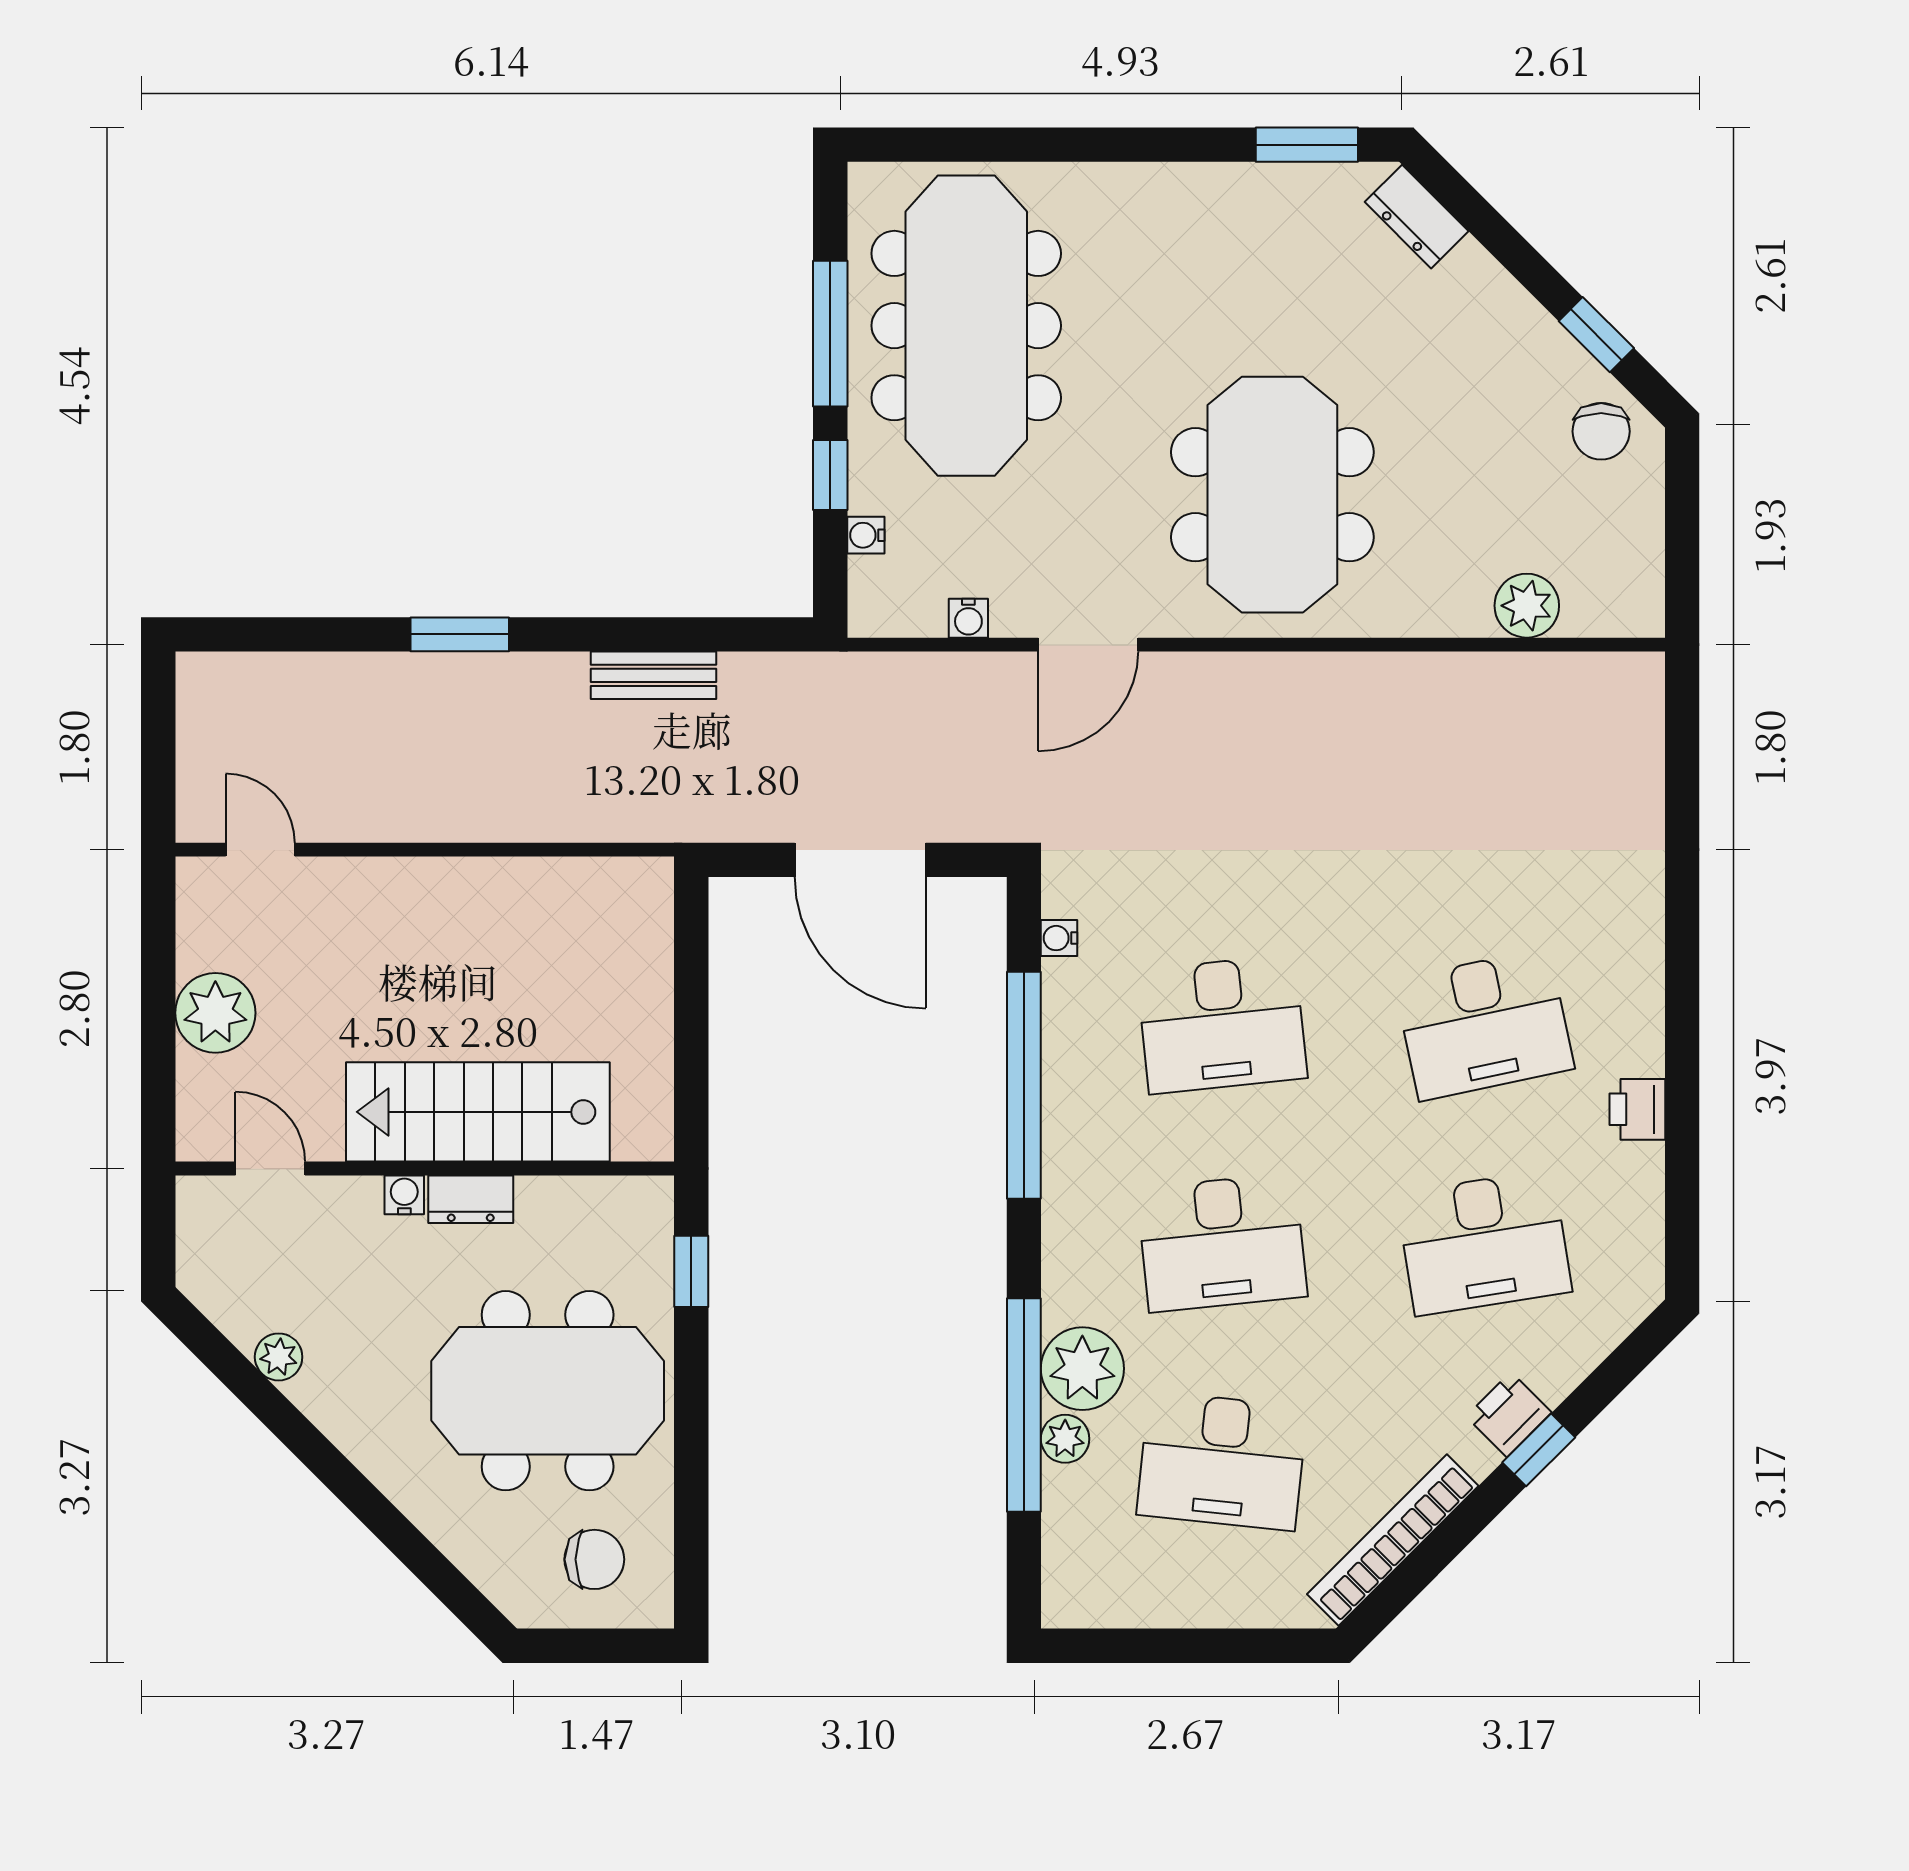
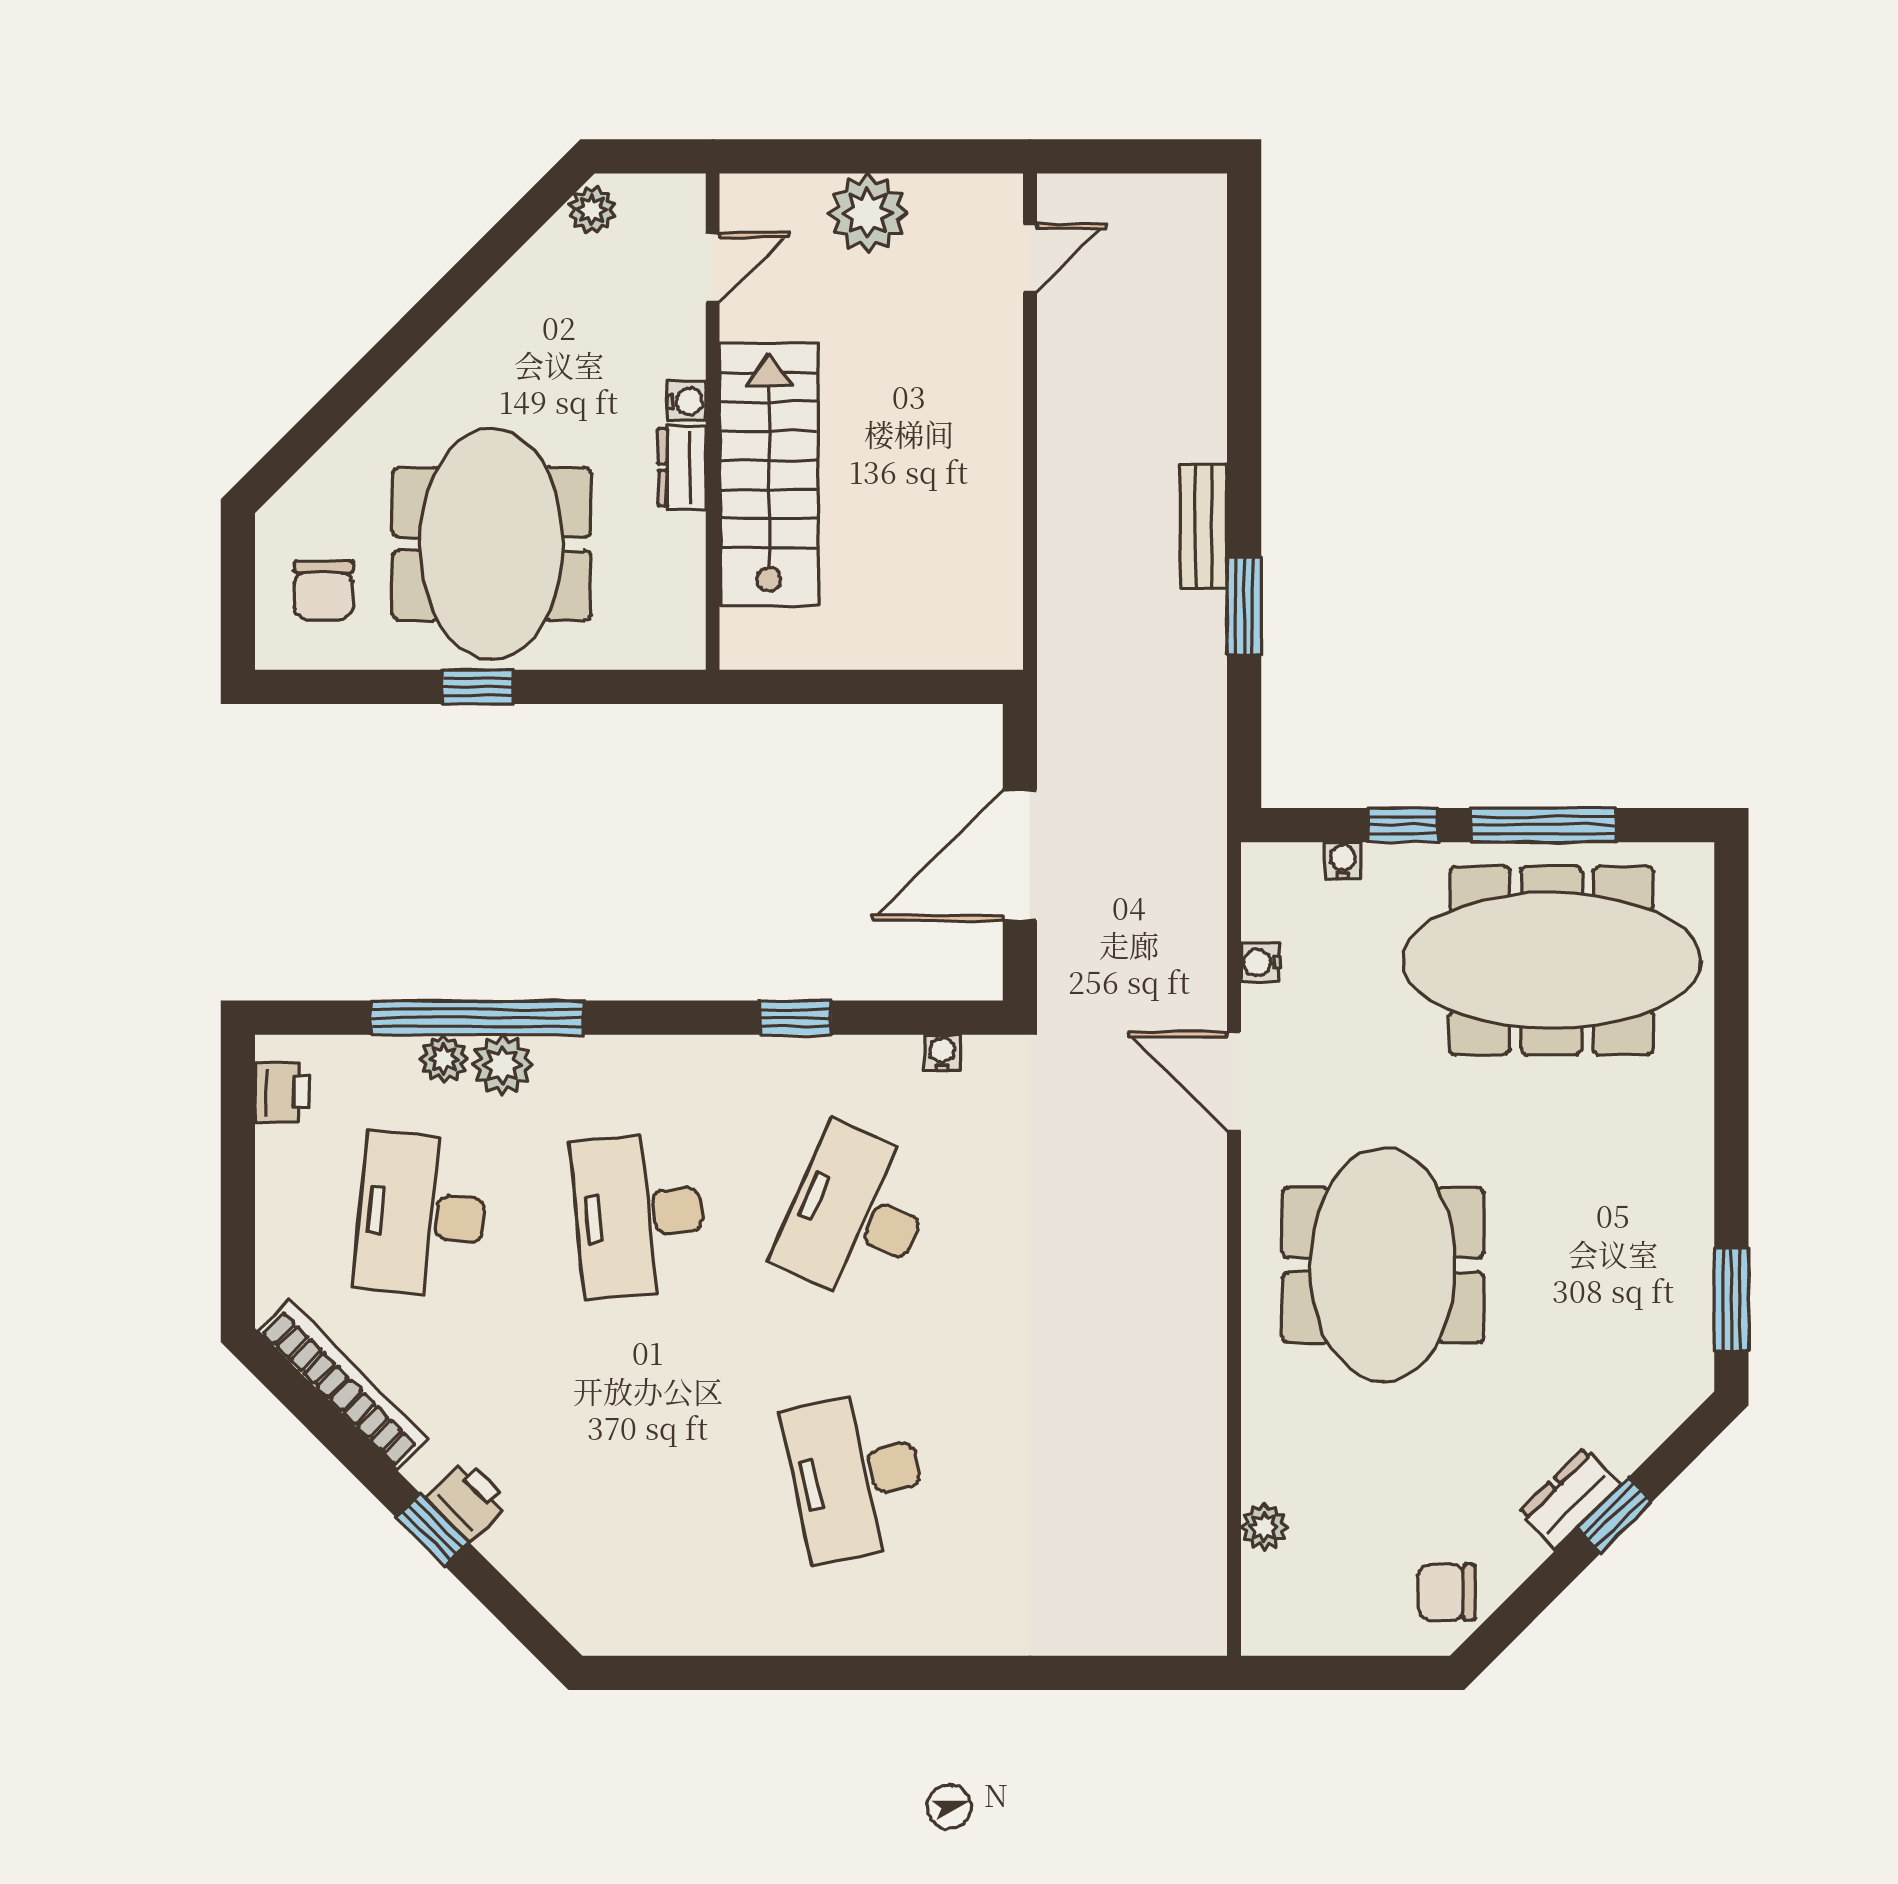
dresser: (1417, 217) -> (1570, 1498), moved
window: (1596, 335) -> (1615, 1515), moved
meeting table: (1272, 495) -> (1383, 1265), turned 90
plant: (1527, 606) -> (1264, 1527), width x0.73, depth x0.73
window: (460, 634) -> (1244, 606), moved
bench: (653, 675) -> (1203, 526), moved
desk: (1222, 1024) -> (856, 1215), turned 30
window: (1024, 1085) -> (796, 1018), width x0.32
printer: (1637, 1109) -> (282, 1092), moved, turned 90
desk: (1484, 1243) -> (639, 1476), removed
window: (691, 1271) -> (478, 687), moved
plant: (279, 1357) -> (592, 210), moved
plant: (1082, 1369) -> (503, 1065), width x0.73, depth x0.73

